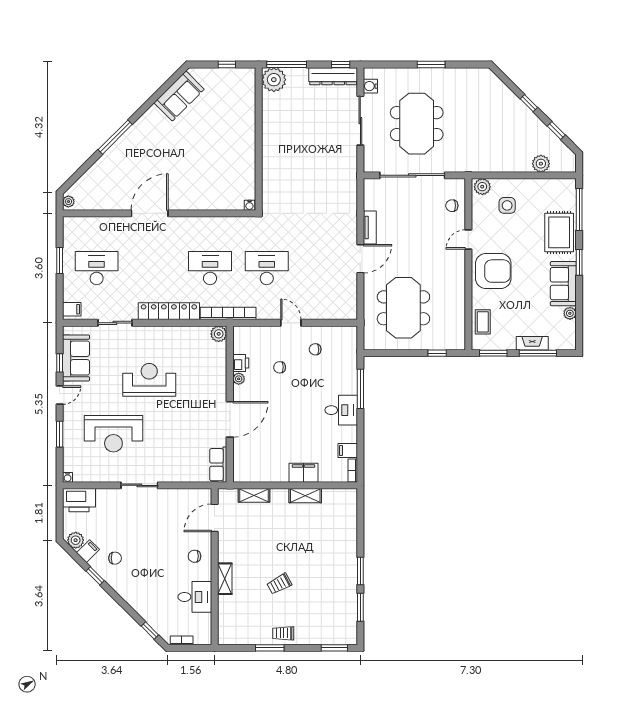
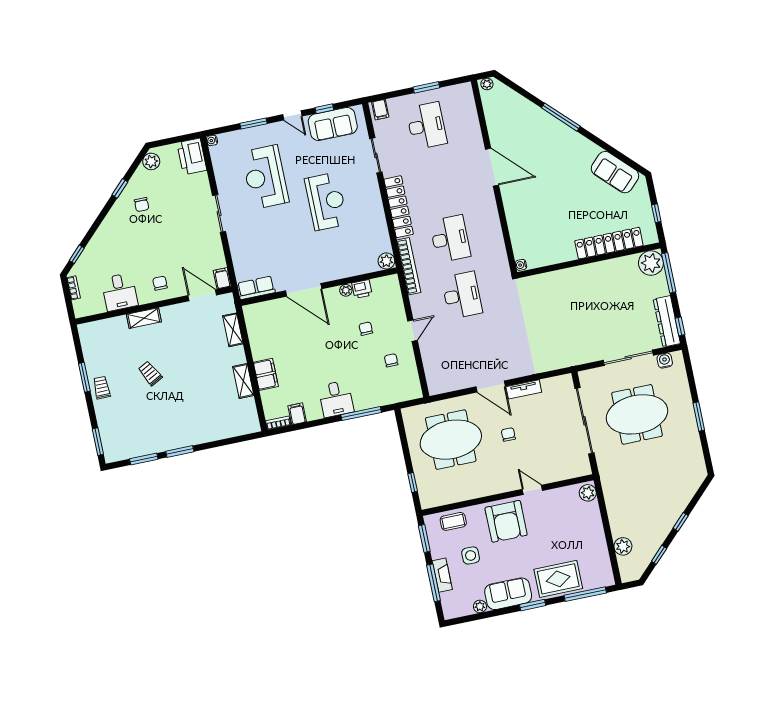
locker: (246, 116) -> (609, 243), added
side table: (507, 205) -> (471, 555), moved
chair: (452, 206) -> (508, 434), moved
filing cabinet: (88, 551) -> (222, 278), moved, turned -135

